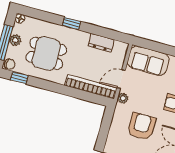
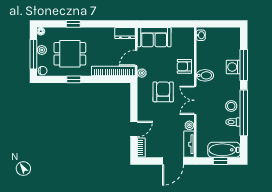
window: (72, 23) -> (73, 24), moved
dresser: (101, 43) -> (125, 33), moved
window: (19, 78) -> (74, 79), moved

